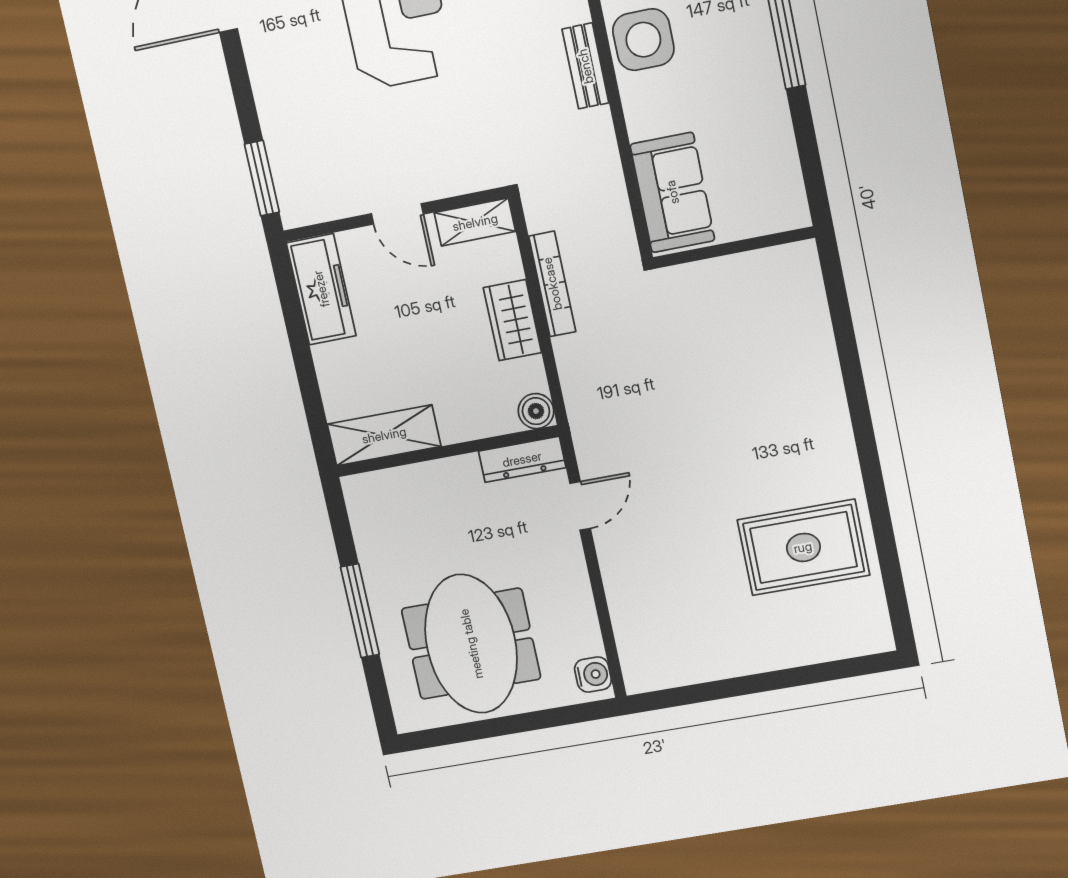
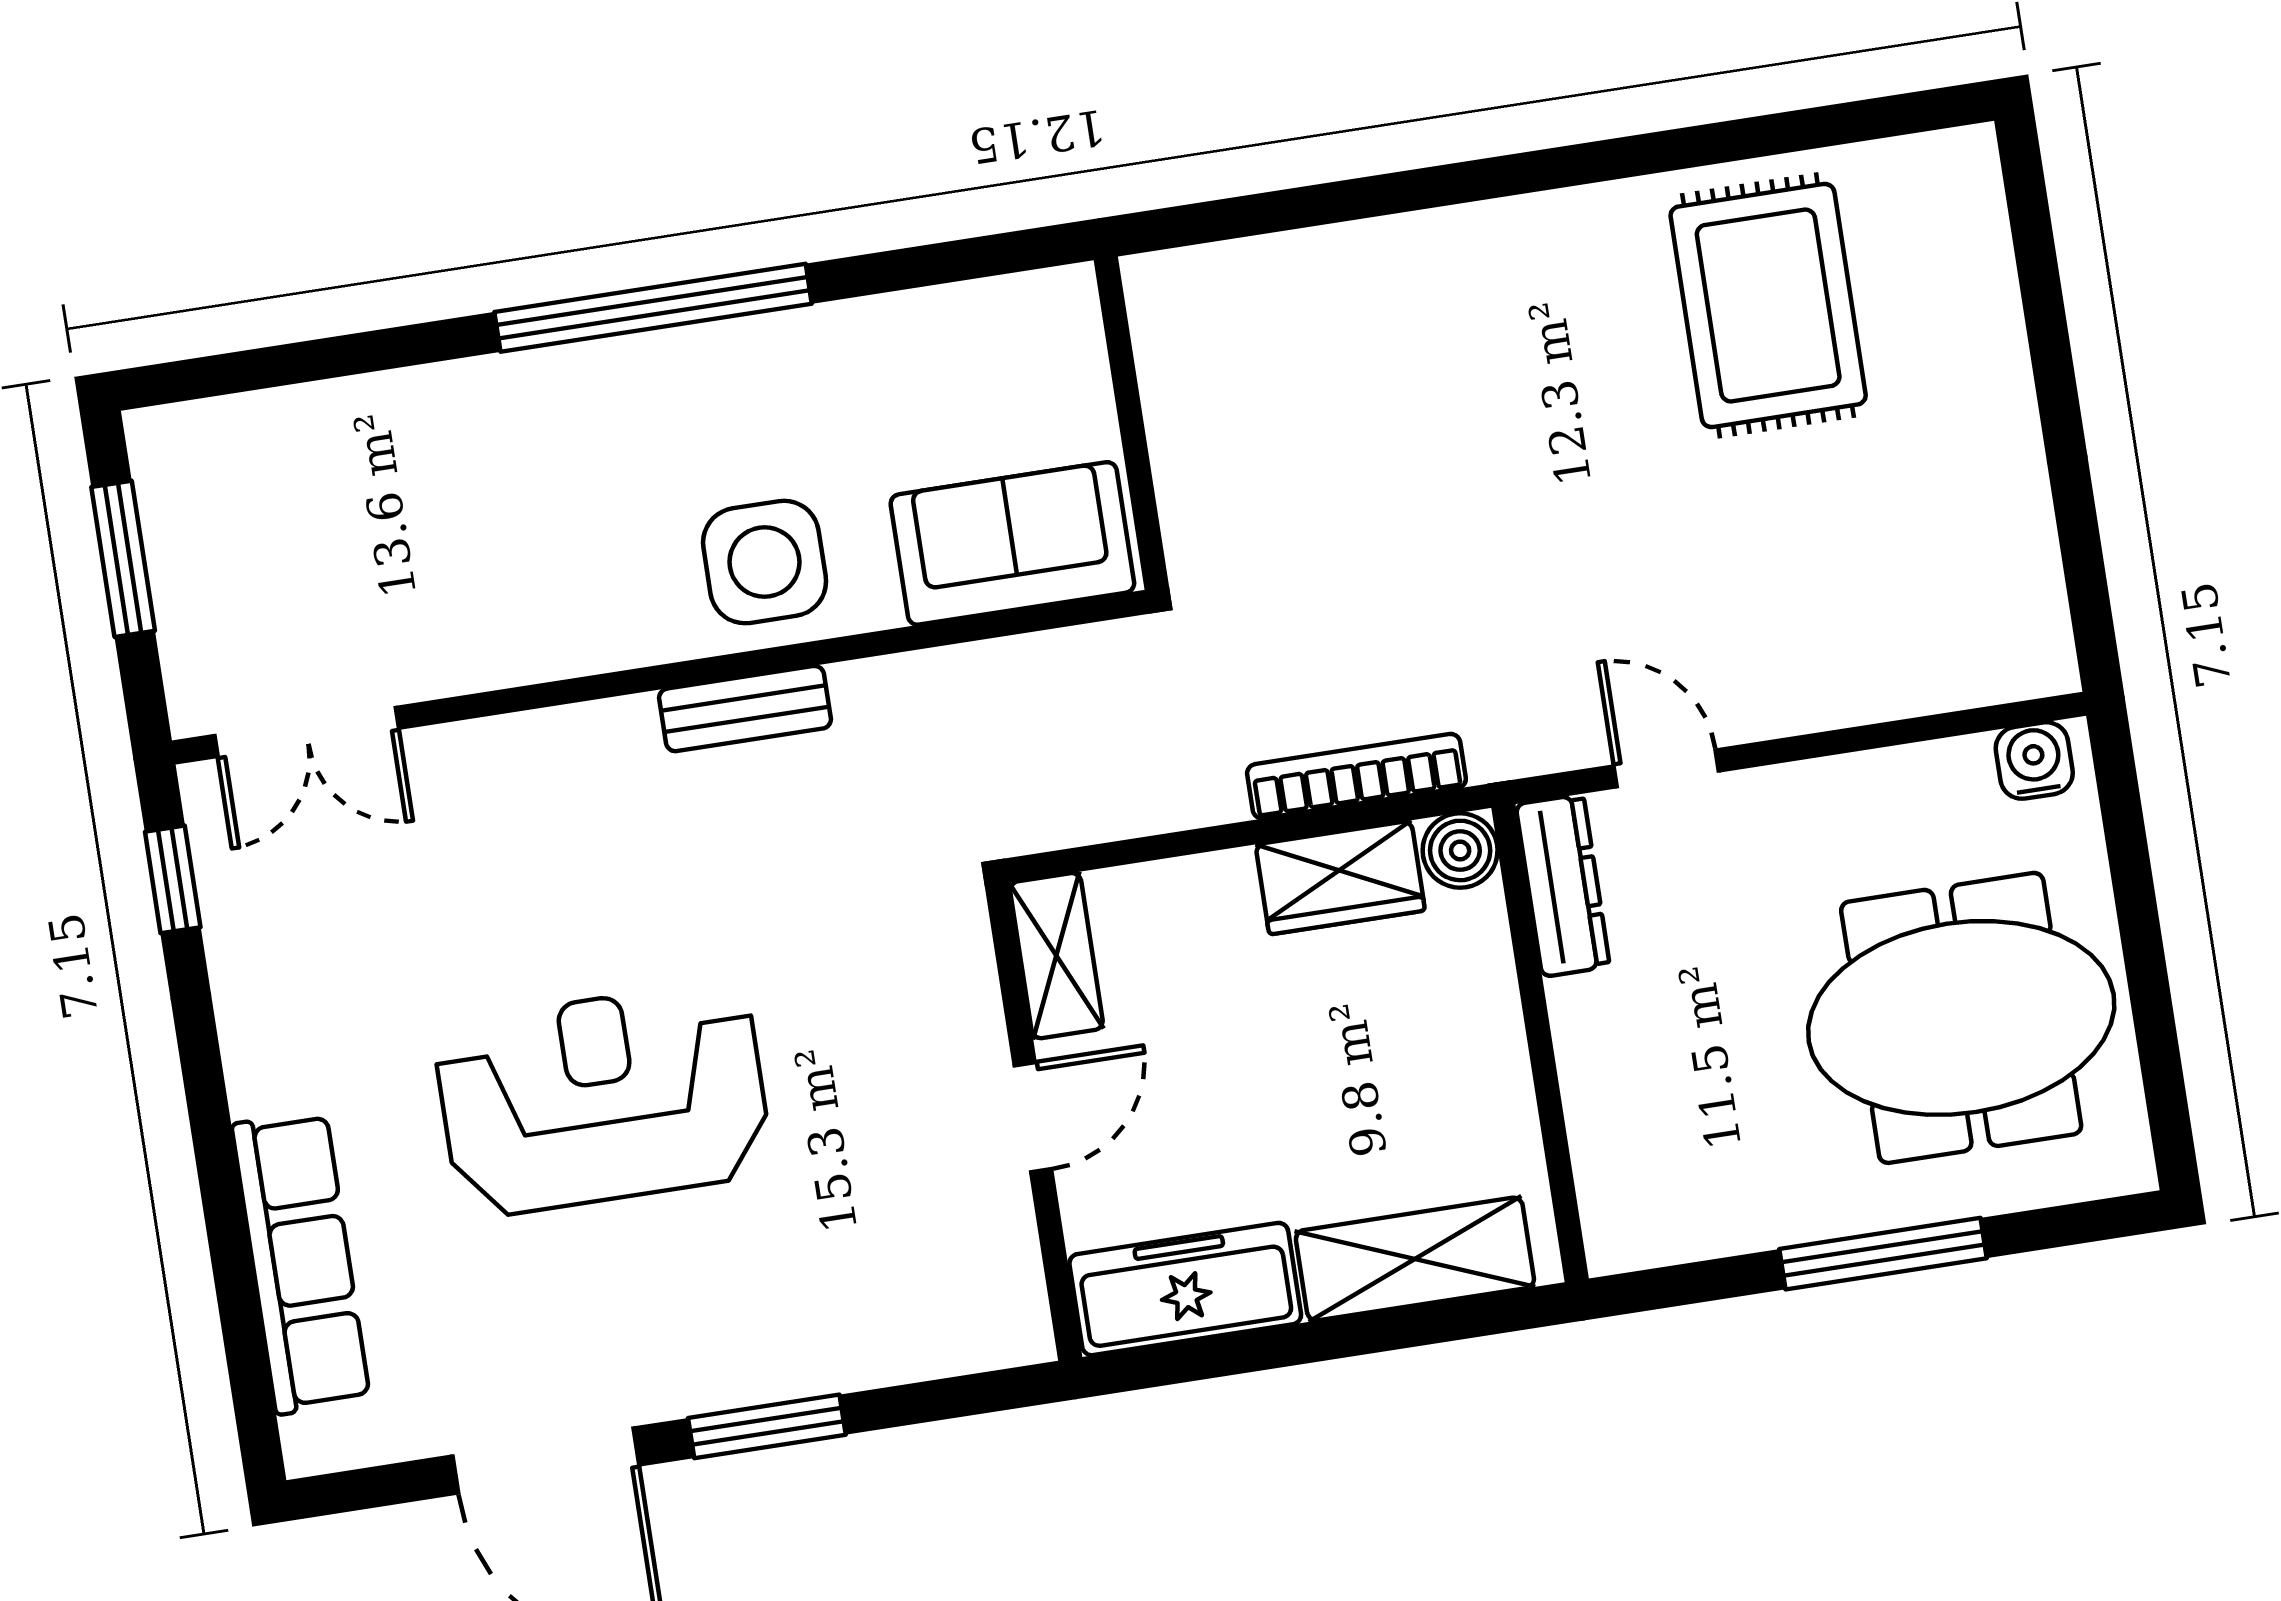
side table: (643, 40) -> (765, 562), moved
window: (262, 178) -> (767, 1426), moved
bookcase: (552, 284) -> (1356, 776), moved
wardrobe: (512, 320) -> (1340, 878), moved
shelving: (384, 435) -> (1415, 1259), moved, turned 90

